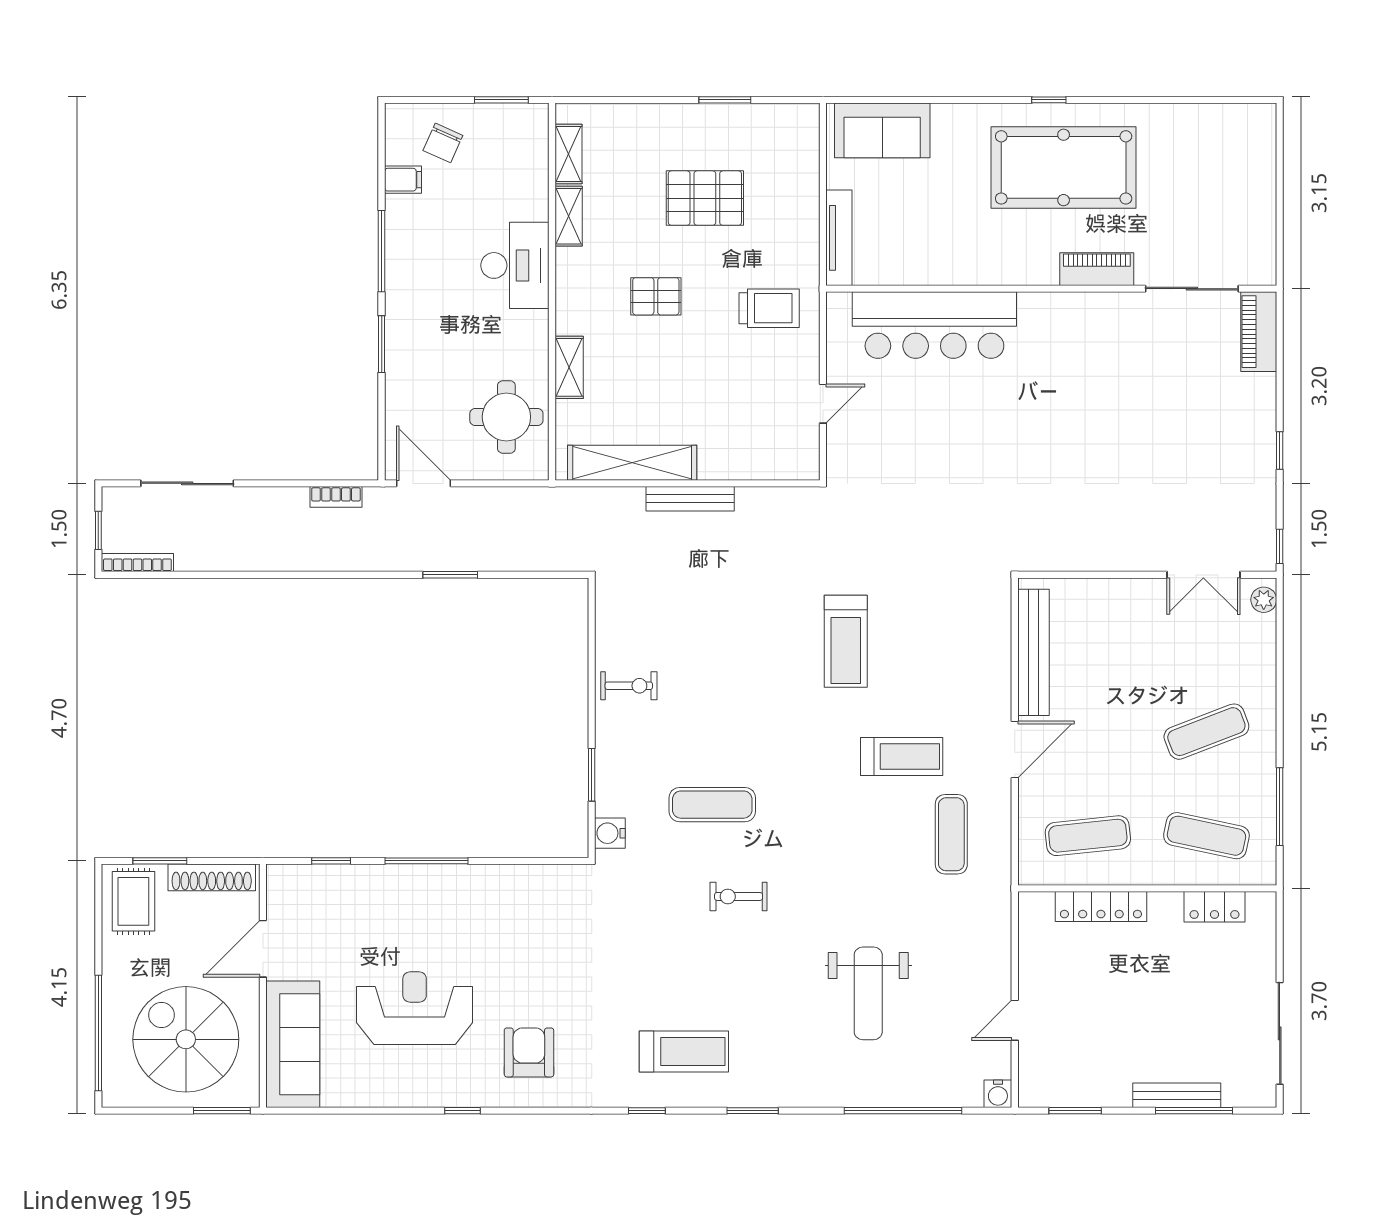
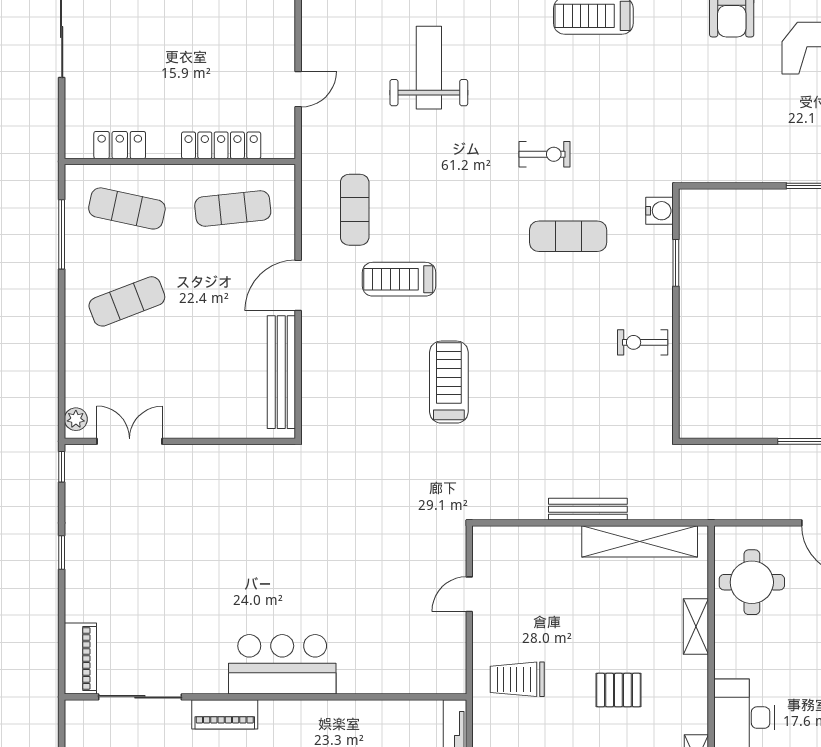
bar counter: (934, 325) -> (282, 664), moved, width x0.73
door: (1015, 1020) -> (298, 89), moved

